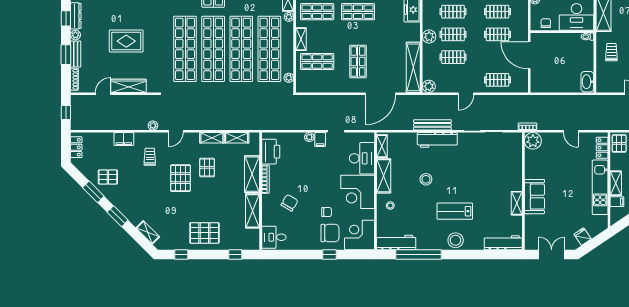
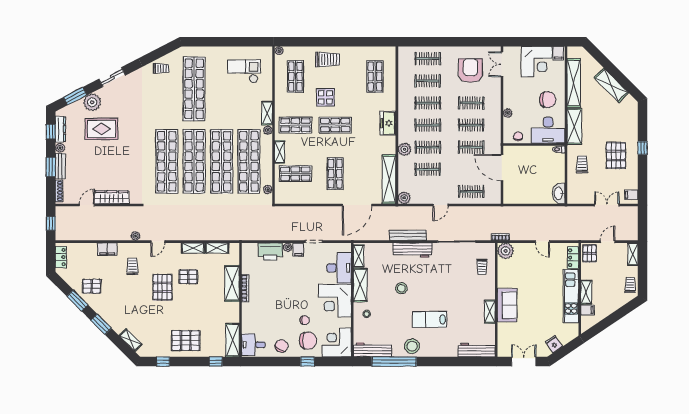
rug: (126, 41) -> (102, 129), moved
printer: (271, 152) -> (270, 251), moved, turned 90
trolley: (509, 157) -> (482, 267), added
pallet: (207, 167) -> (188, 277), turned 90
chair: (289, 203) -> (281, 346), moved
shelving: (252, 211) -> (232, 340), moved
stool: (456, 240) -> (412, 346), moved

